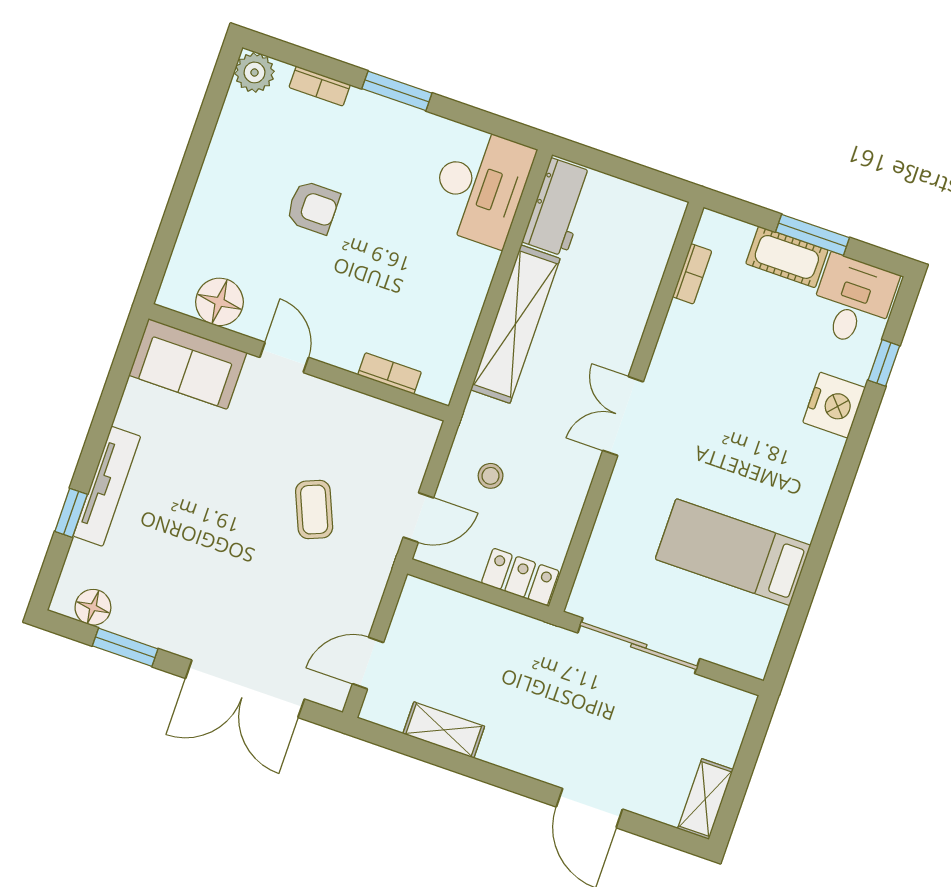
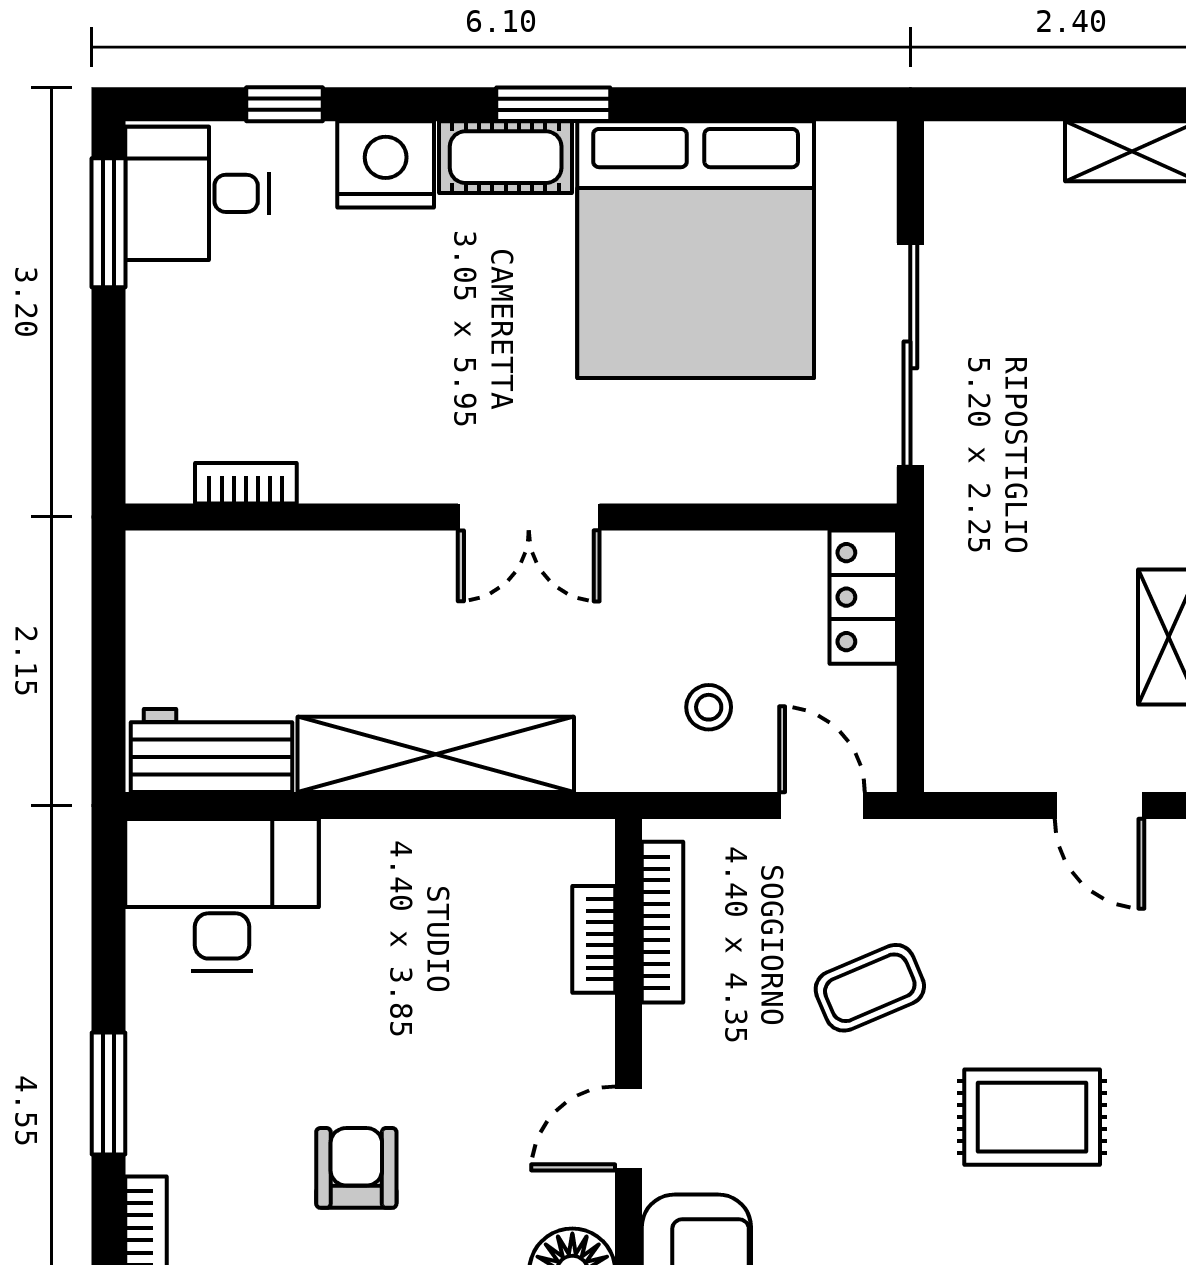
window: (813, 235) -> (108, 223), moved
cot: (787, 257) -> (506, 157), moved, turned 90
bookcase: (386, 413) -> (663, 922), added
window: (835, 504) -> (553, 104), added
bed: (733, 552) -> (696, 250), width x2.04
rug: (217, 571) -> (1032, 1117), added

